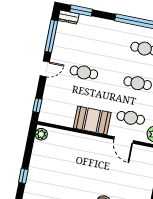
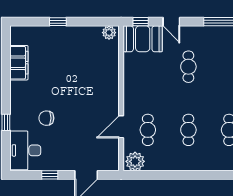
door: (45, 69) -> (171, 22), moved
booth: (92, 120) -> (143, 39), moved, turned 90

